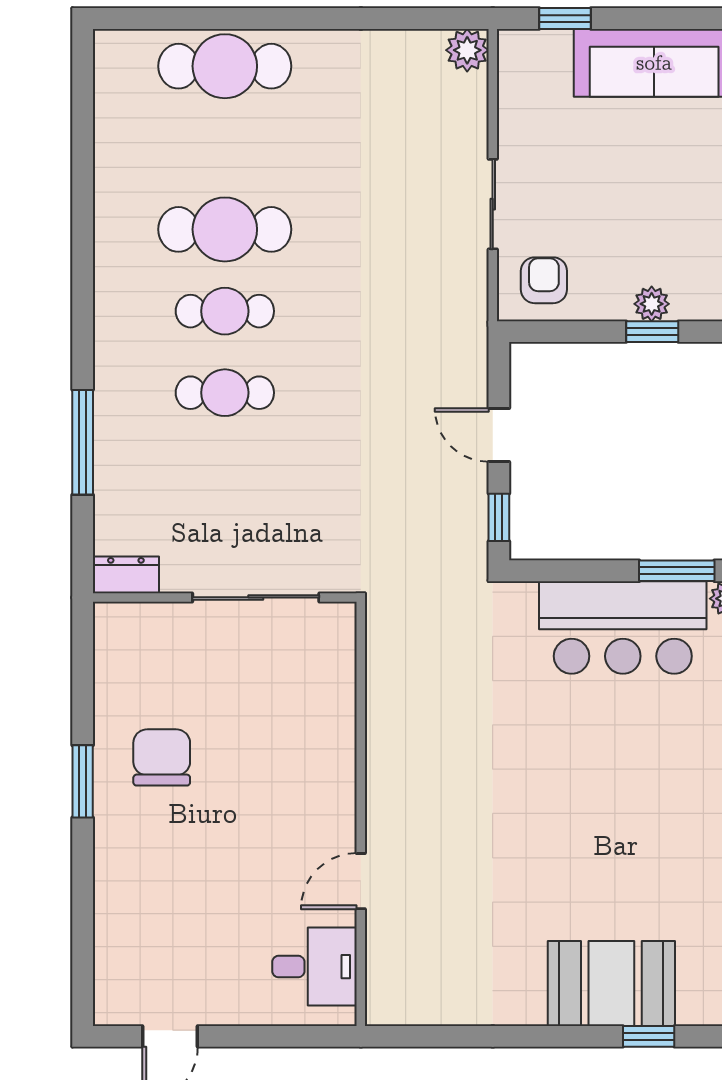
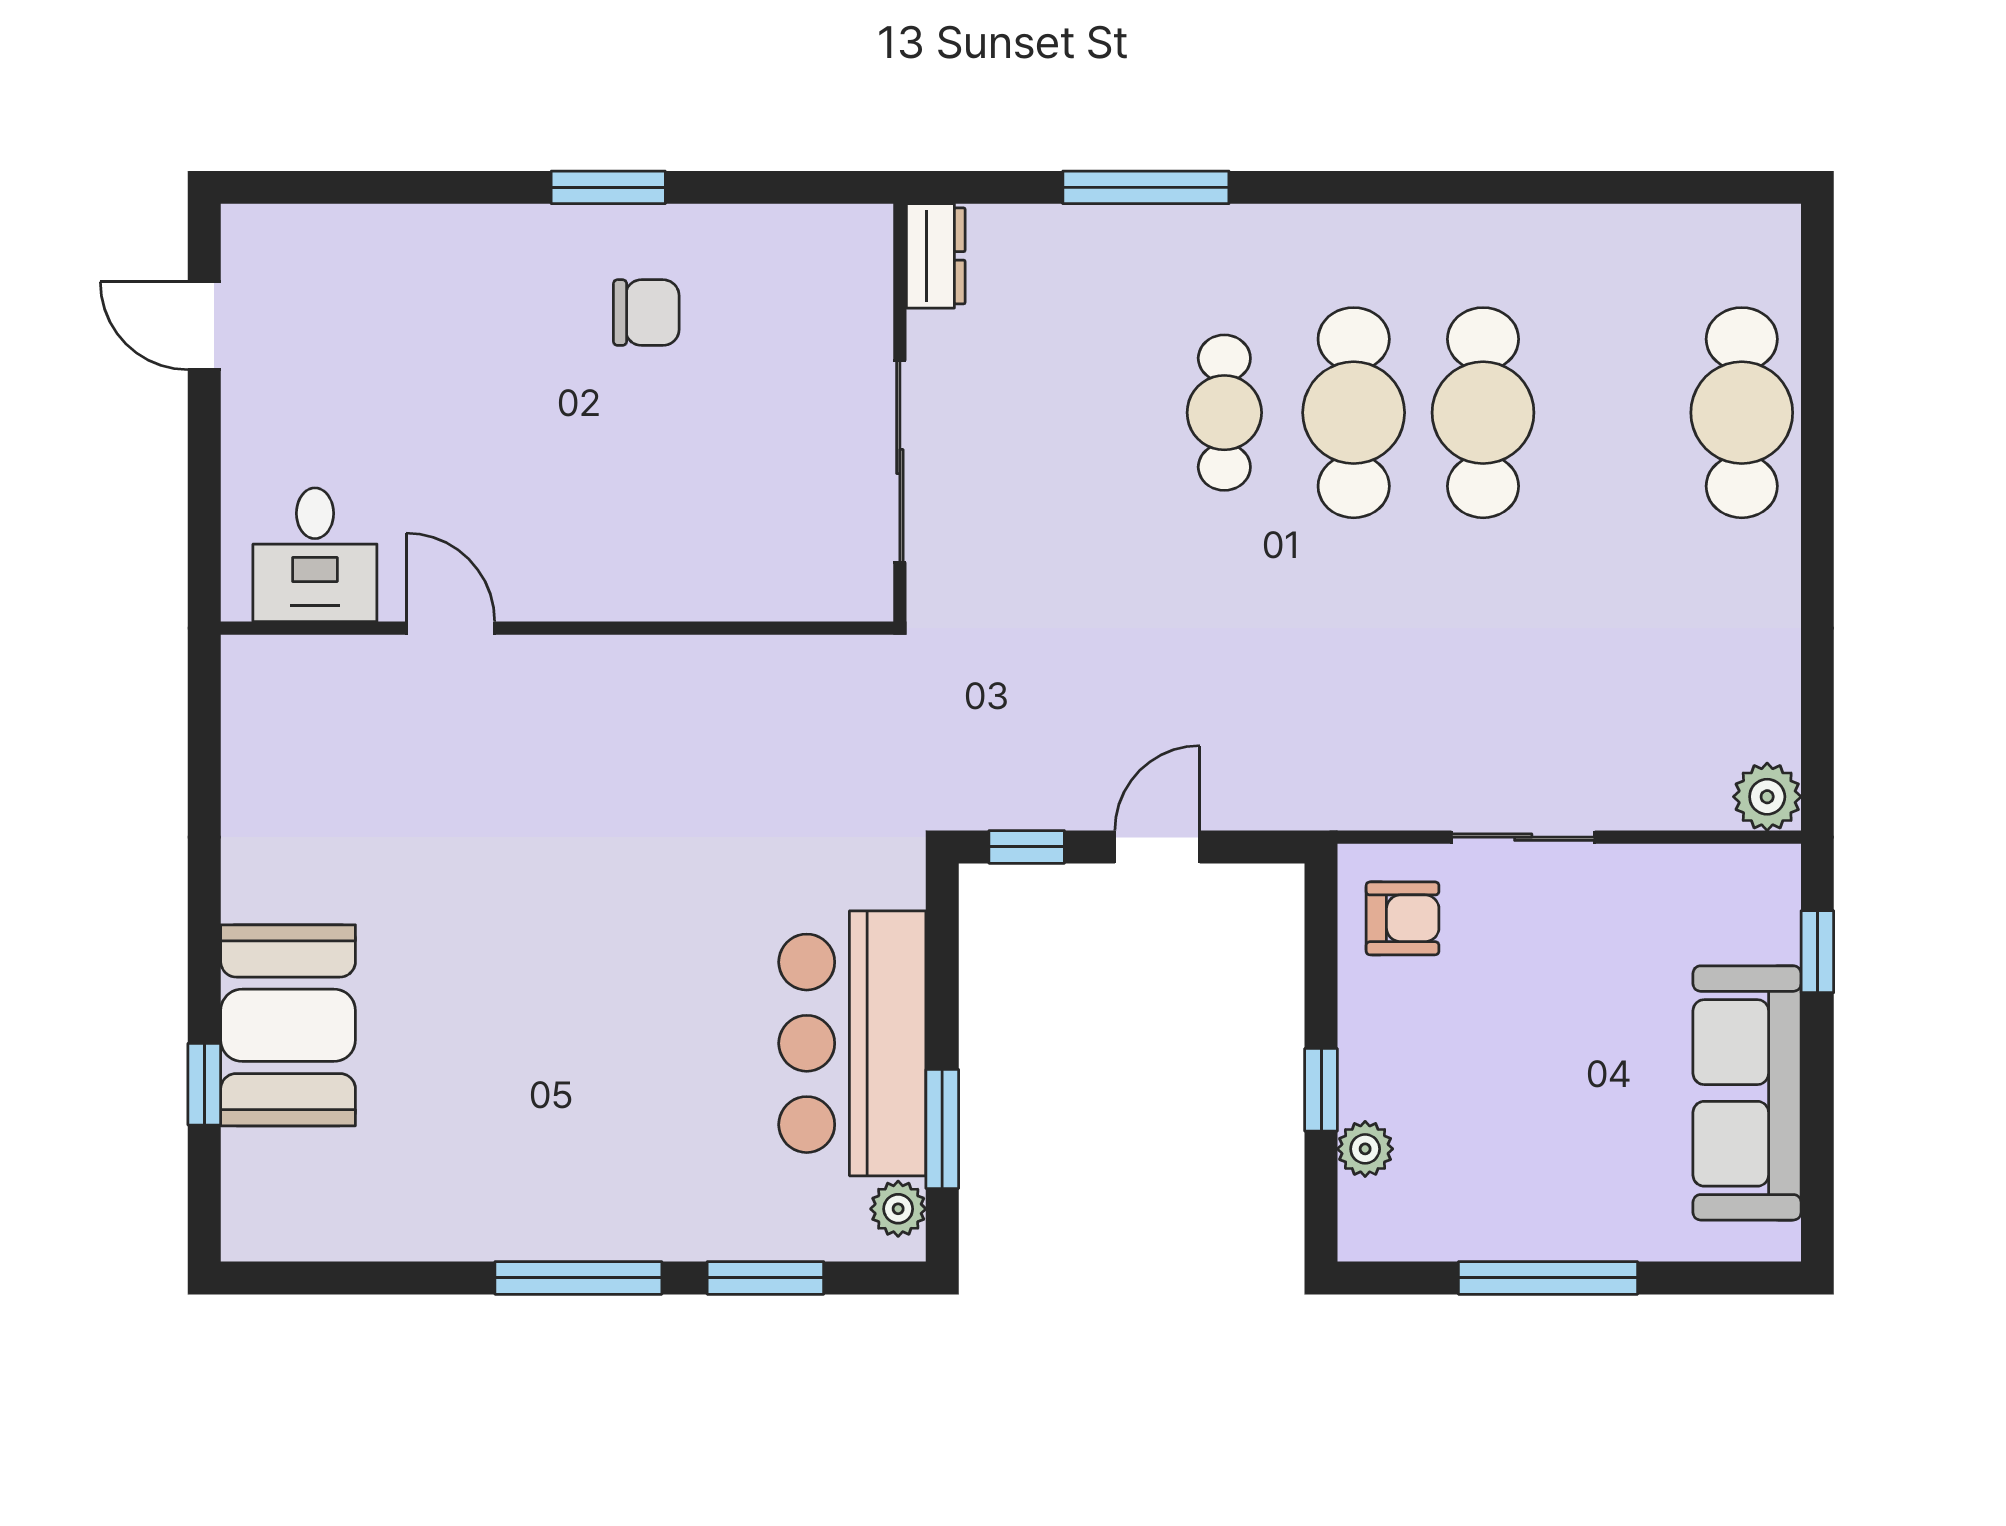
plant: (652, 304) -> (1365, 1149), moved
cafe table: (225, 311) -> (1354, 413), width x1.37, depth x1.35
chair: (162, 757) -> (646, 313), width x0.73, depth x0.73

